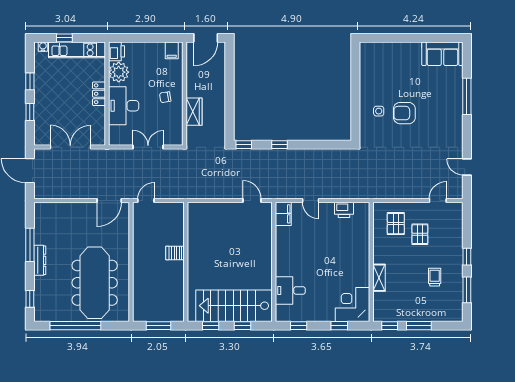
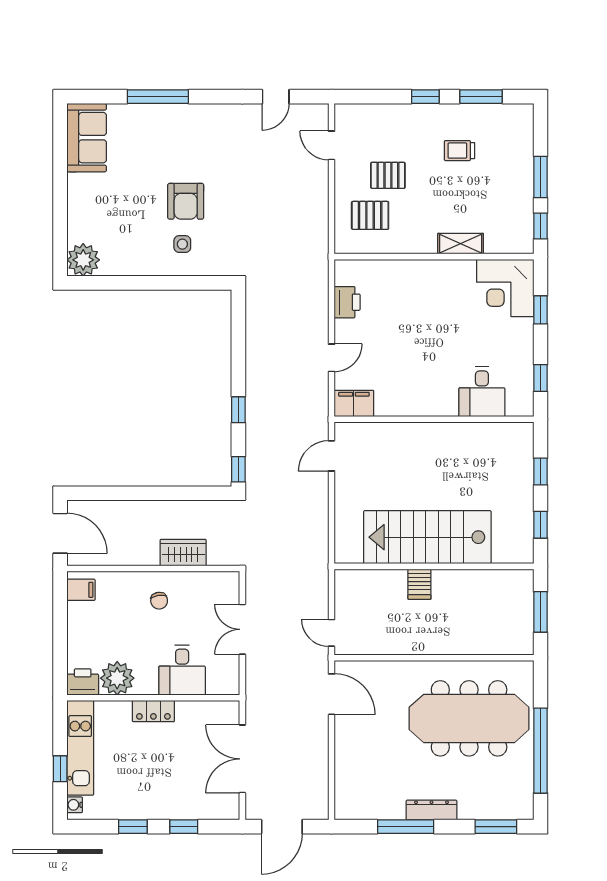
plant: (369, 52) -> (83, 260), added
desk: (124, 106) -> (182, 670), width x0.73
window: (30, 299) -> (496, 827), width x1.50
stairs: (234, 306) -> (427, 537), moved, turned 90

